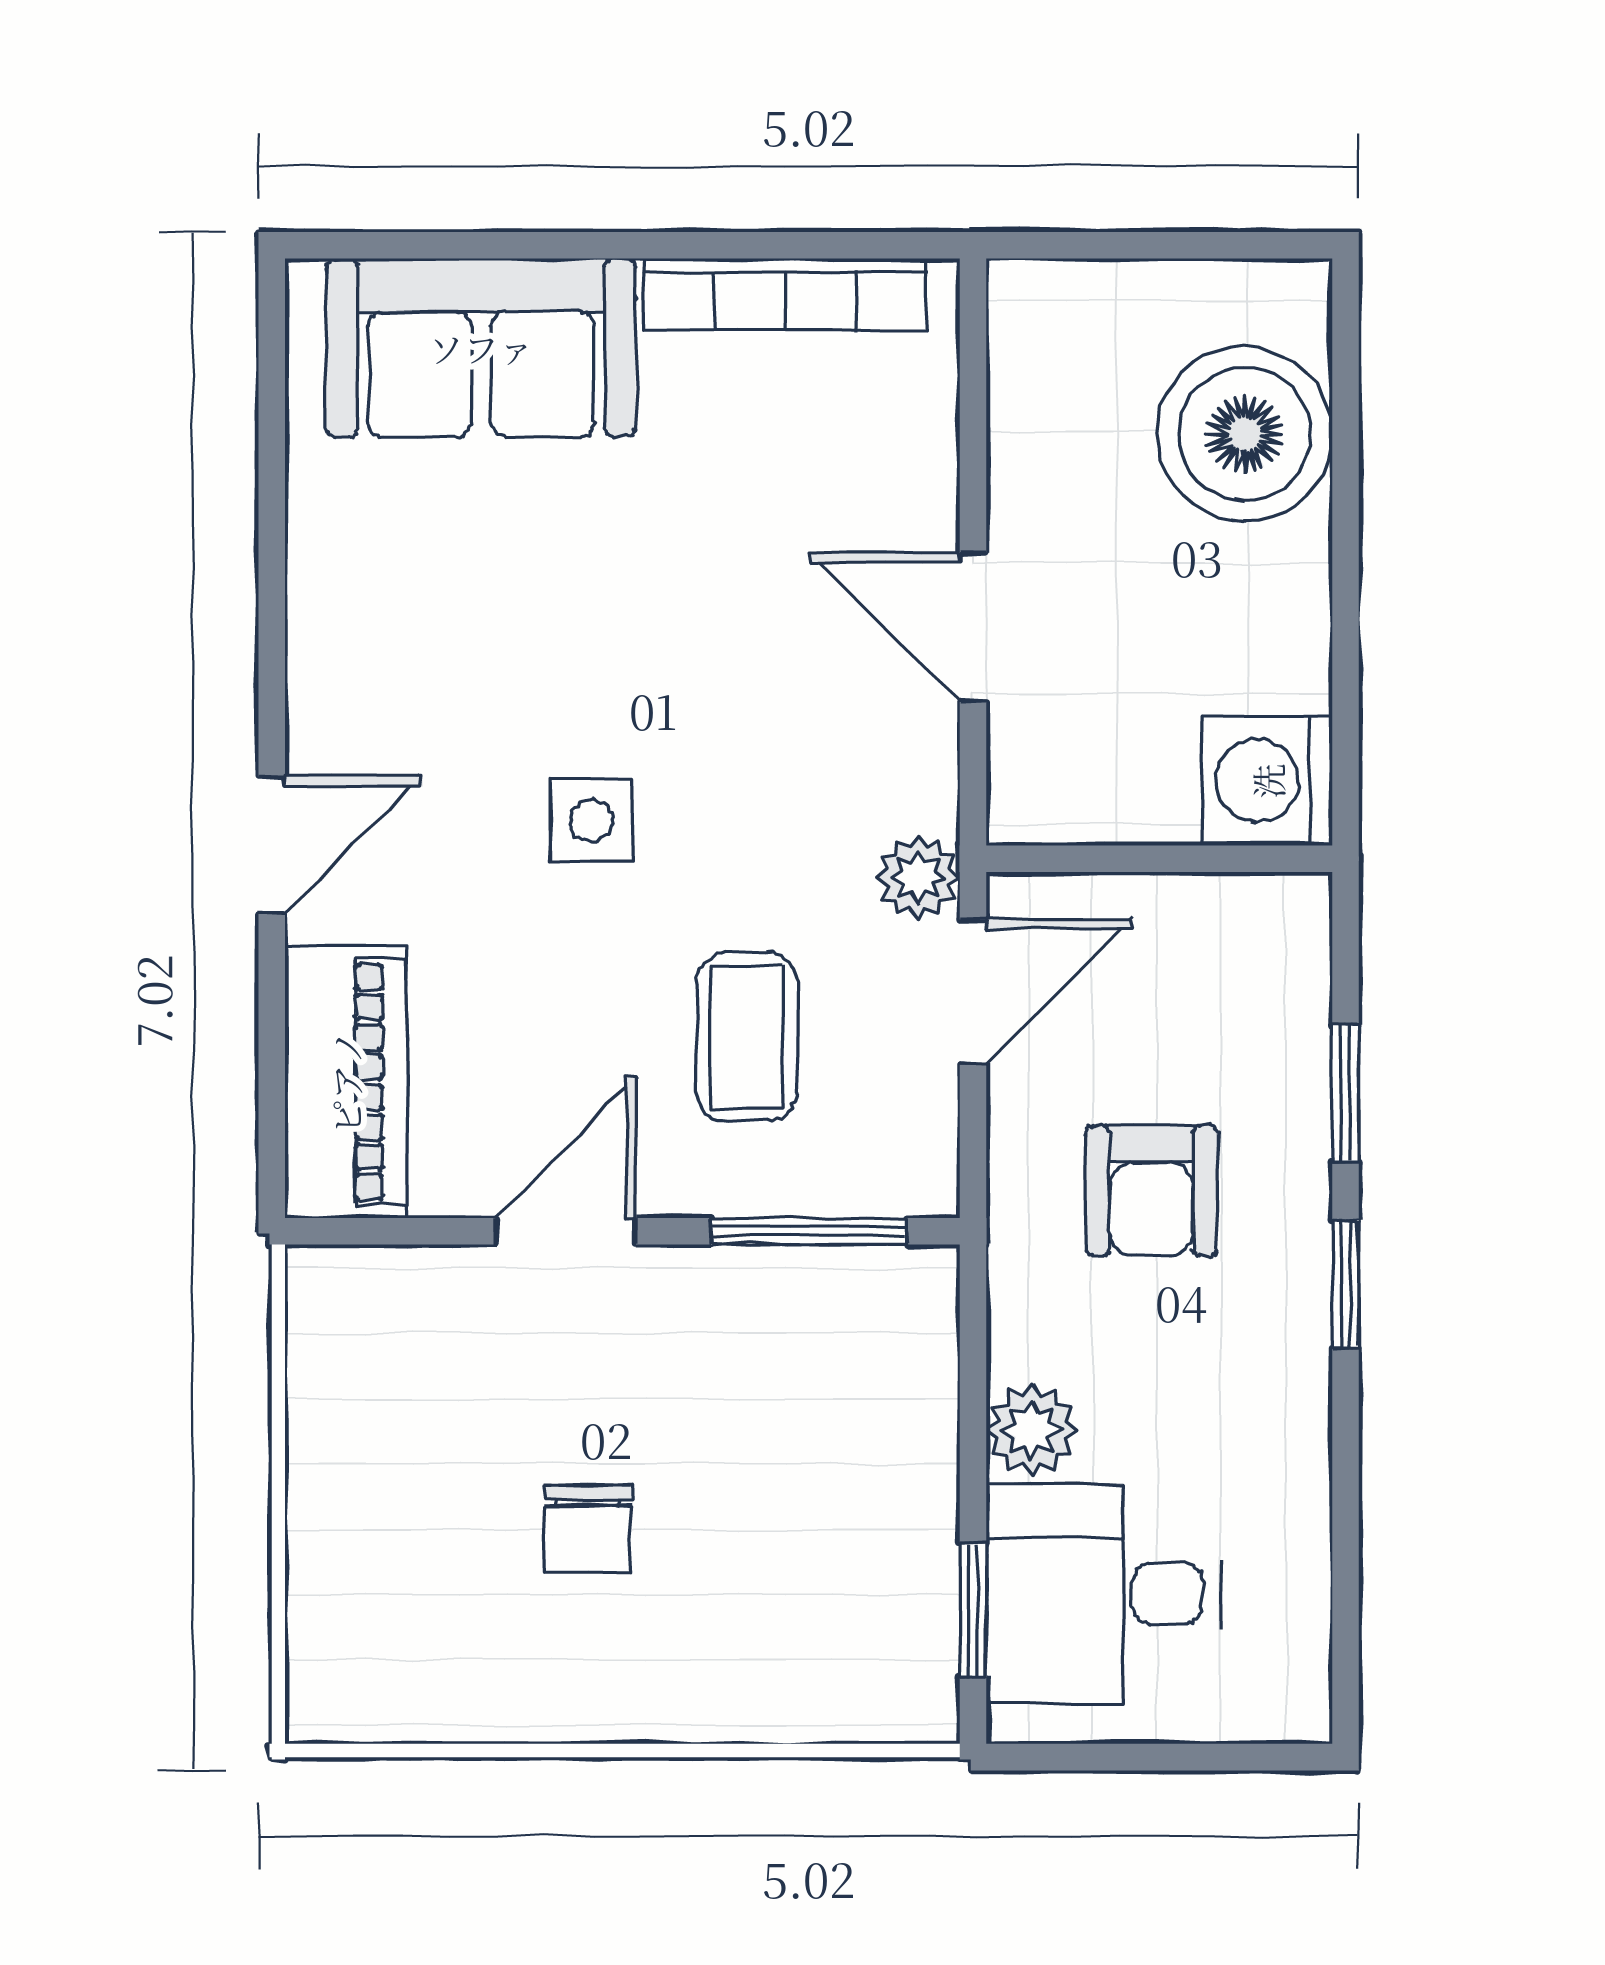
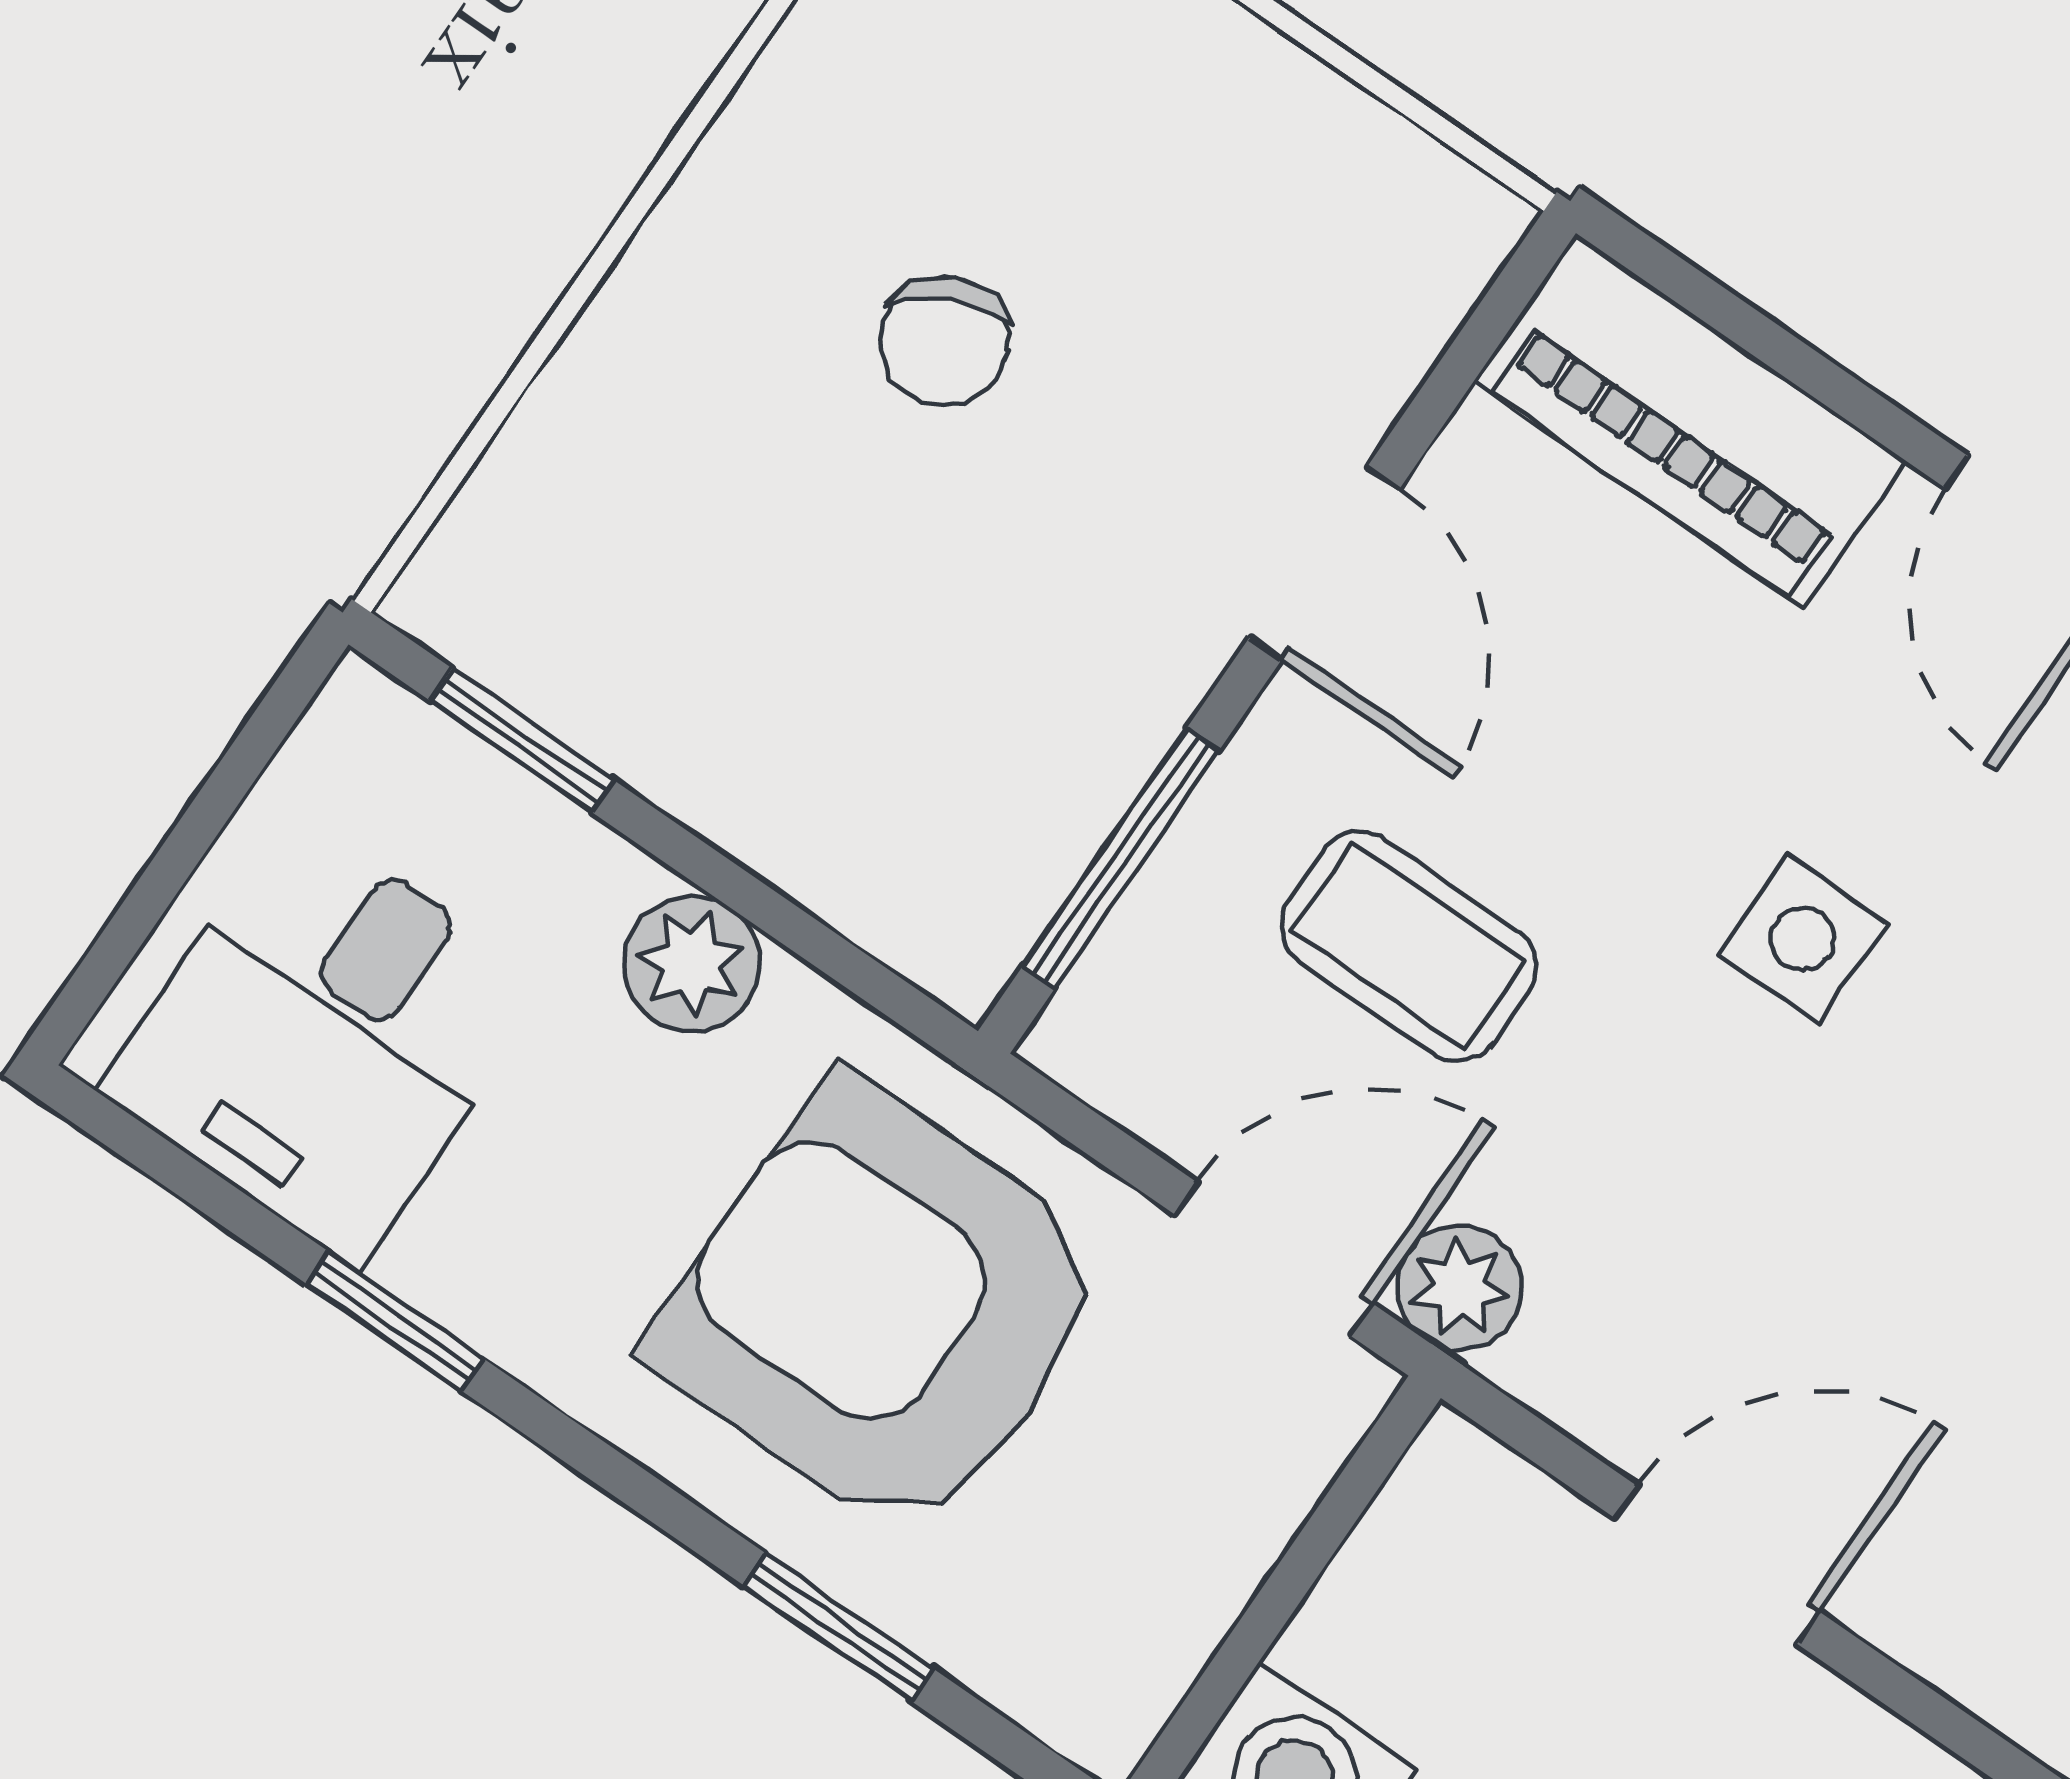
door: (973, 992) -> (1274, 1259), swing flipped
armchair: (1151, 1191) -> (882, 1309), width x1.88, depth x1.88
window: (1346, 1284) -> (395, 1321), moved
chair: (588, 1529) -> (944, 341), turned -115
desk: (1104, 1594) -> (325, 1038), moved, turned 180

